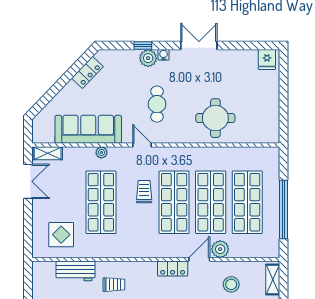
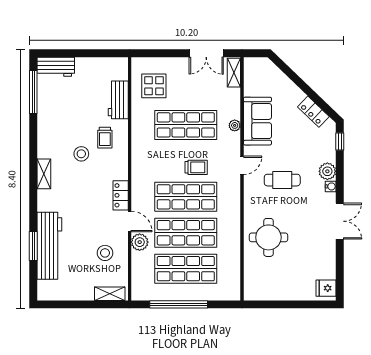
window: (143, 45) -> (340, 141), moved
sofa: (88, 129) -> (257, 121), width x0.73

